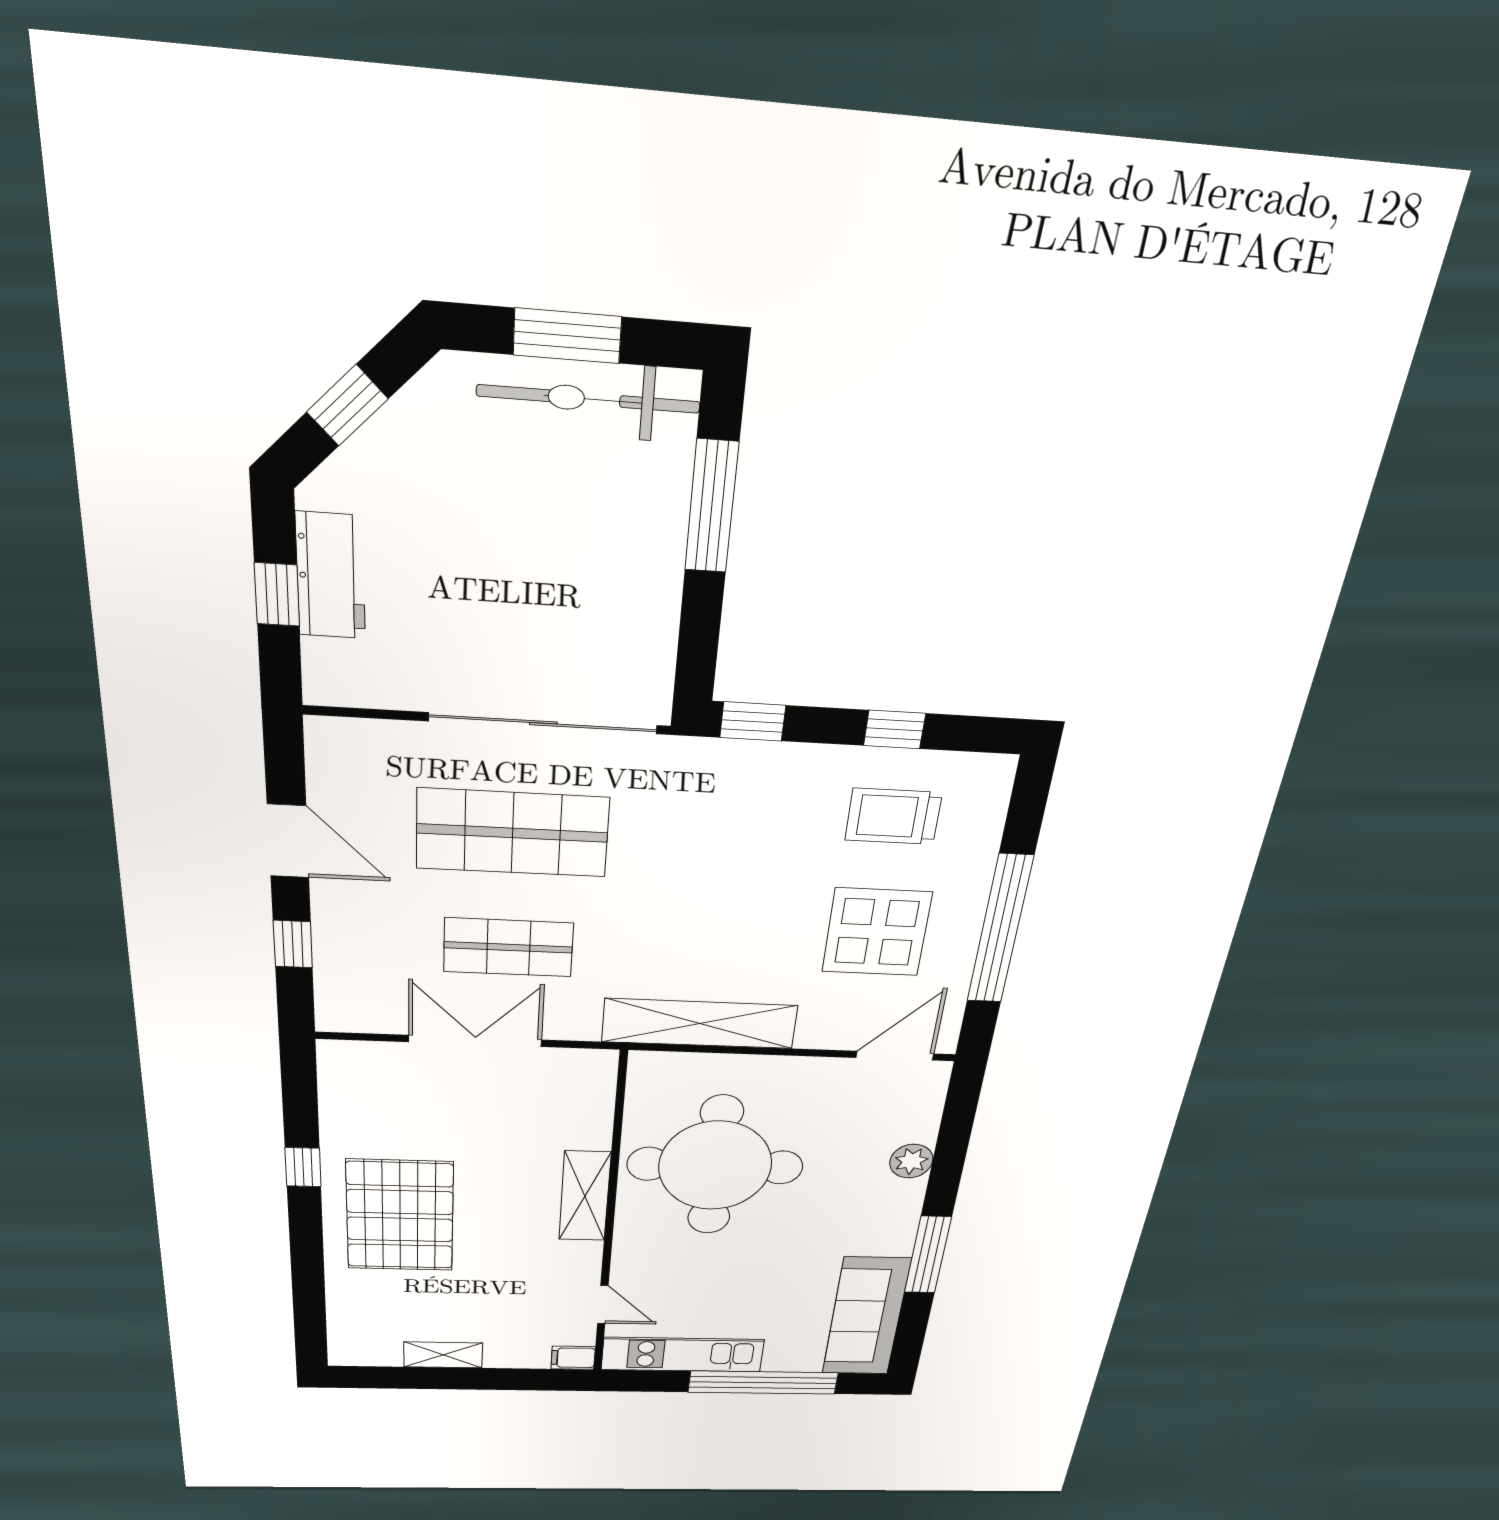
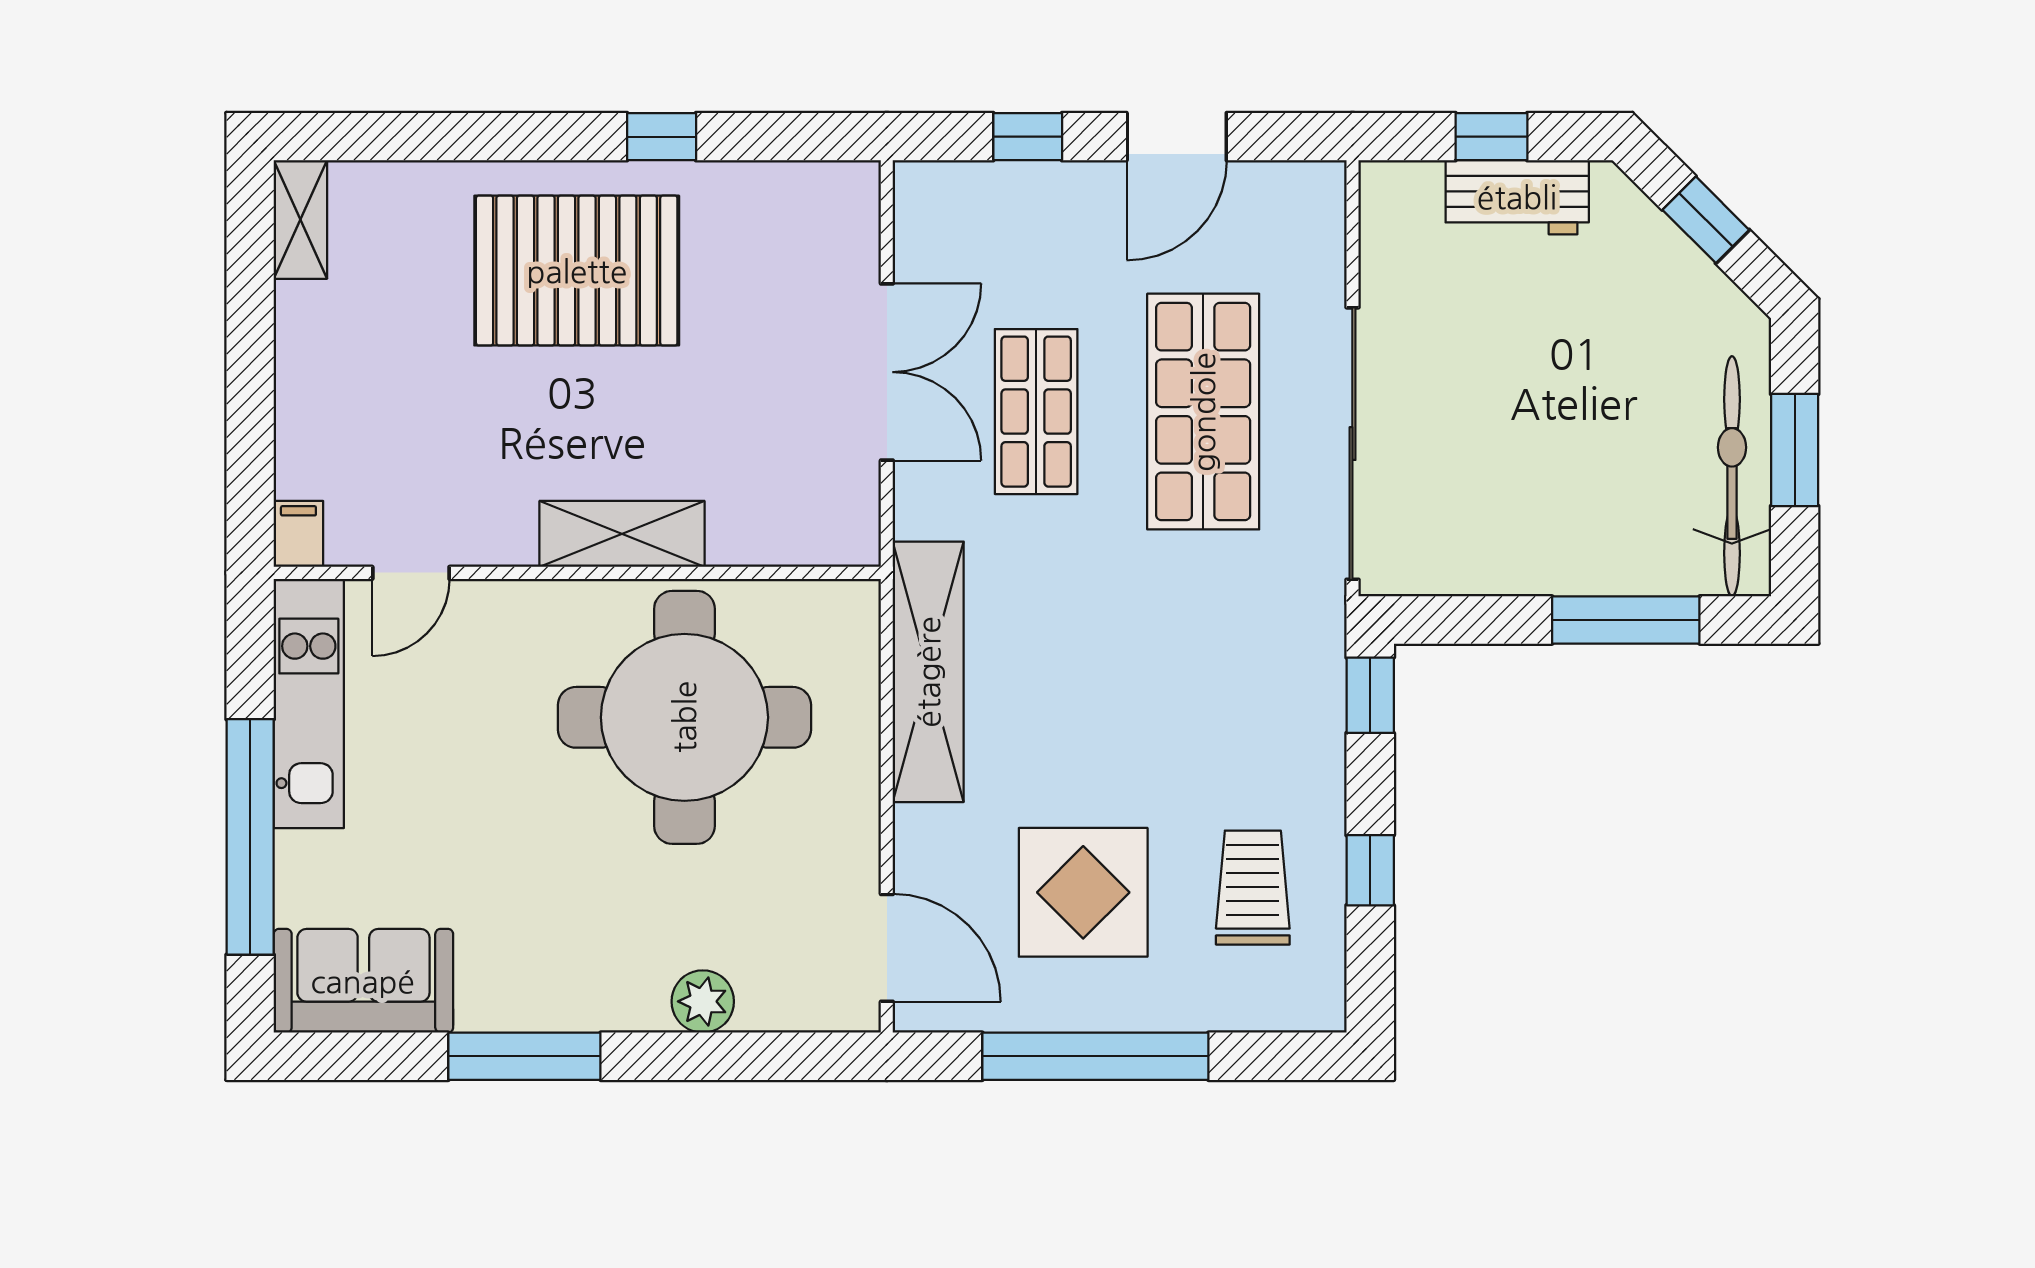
sofa: (866, 1317) -> (363, 981), width x0.73
shelving: (443, 1355) -> (300, 220), moved

